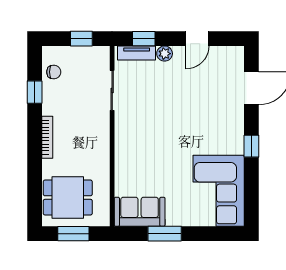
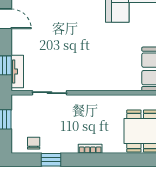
plant: (165, 54) -> (18, 47), removed
bookcase: (47, 137) -> (90, 149), width x0.64

